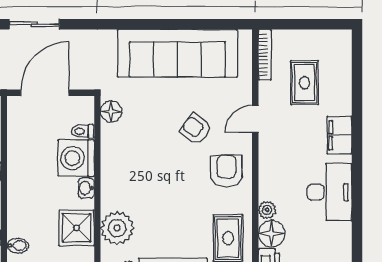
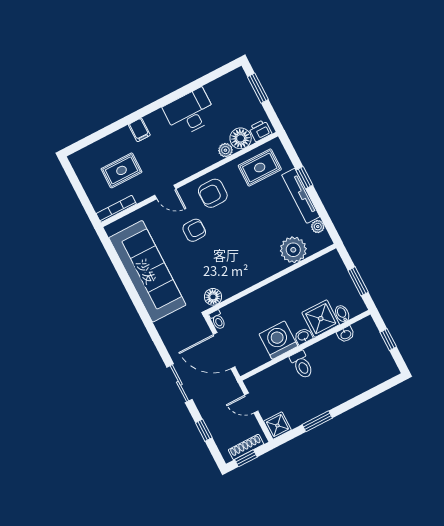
armchair: (196, 129) -> (194, 230), turned -126
toilet: (83, 131) -> (218, 320), moved
filing cabinet: (339, 135) -> (139, 130), width x0.50
washing machine: (76, 158) -> (278, 340), moved, turned 180
washbasin: (86, 188) -> (303, 336), moved, turned 180
shower: (77, 228) -> (321, 319), moved

